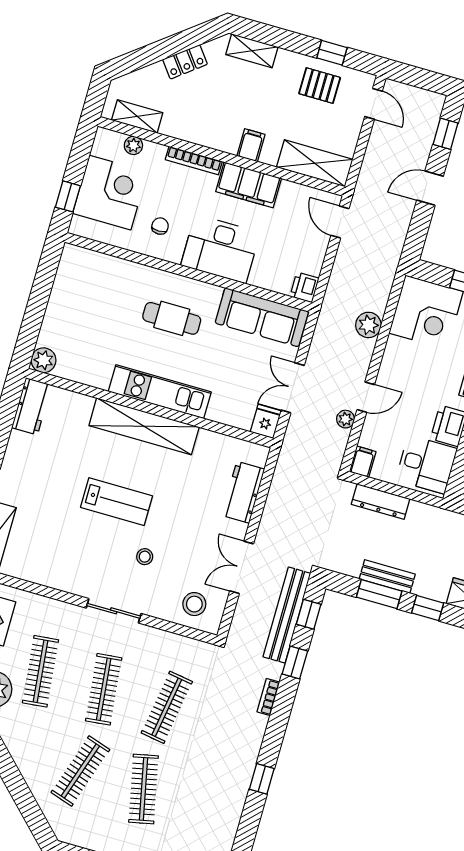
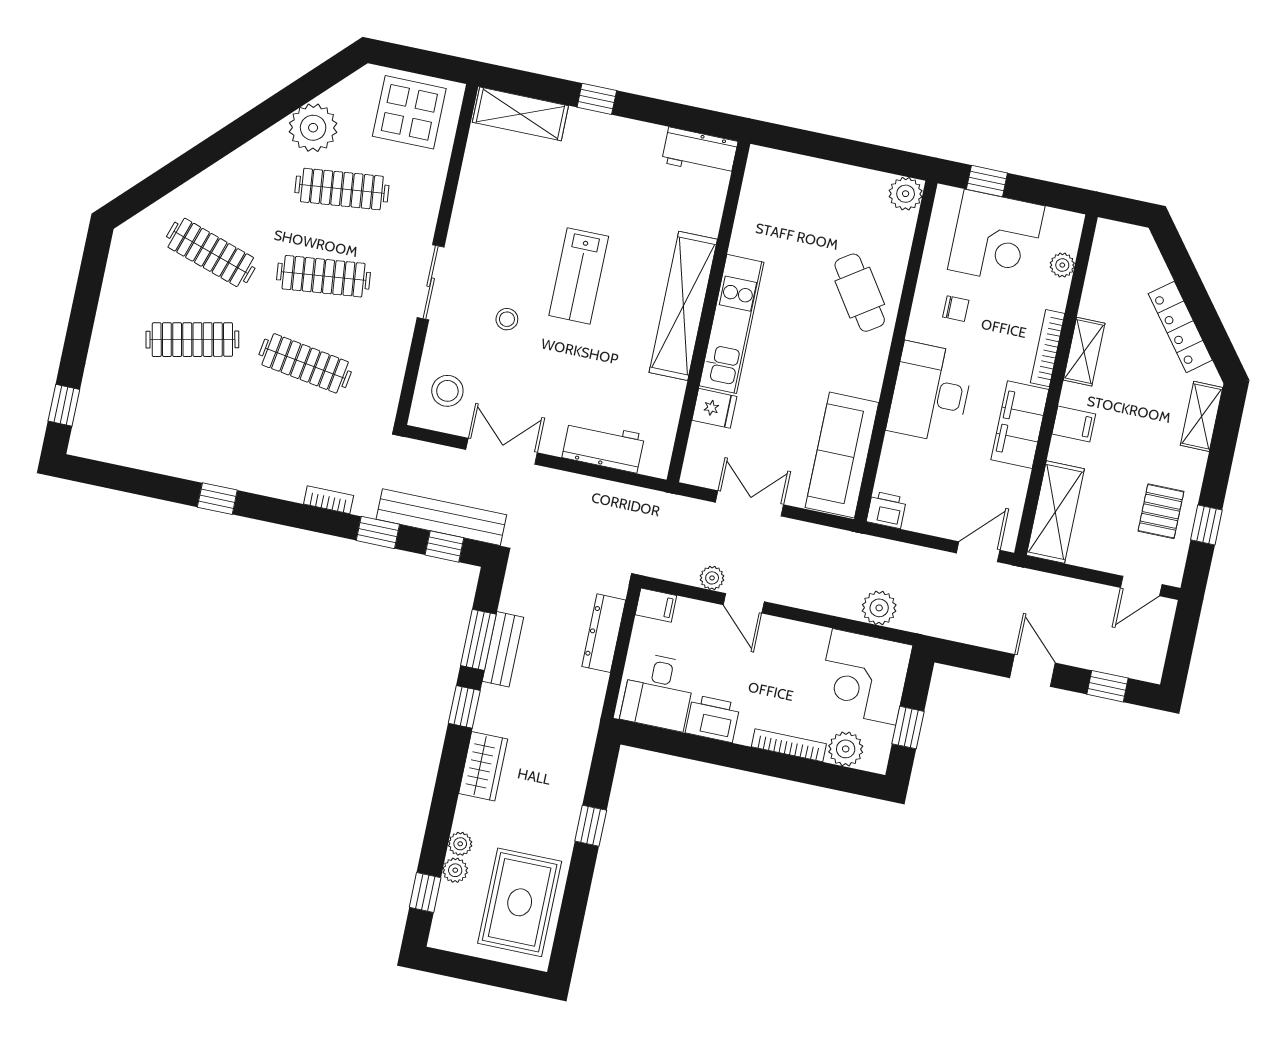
locker: (185, 62) -> (1180, 327), width x1.53
shelving: (137, 116) -> (1084, 352), moved
cafe table: (172, 318) -> (860, 293), moved, turned -34
plant: (368, 325) -> (879, 608), moved
plant: (44, 360) -> (906, 194), moved
fridge: (266, 421) -> (714, 408), moved

